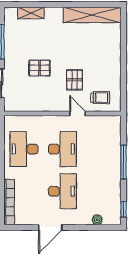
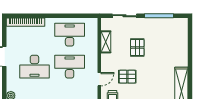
shelving: (31, 13) -> (106, 42), moved
desk: (62, 149) -> (70, 67), turned 180

